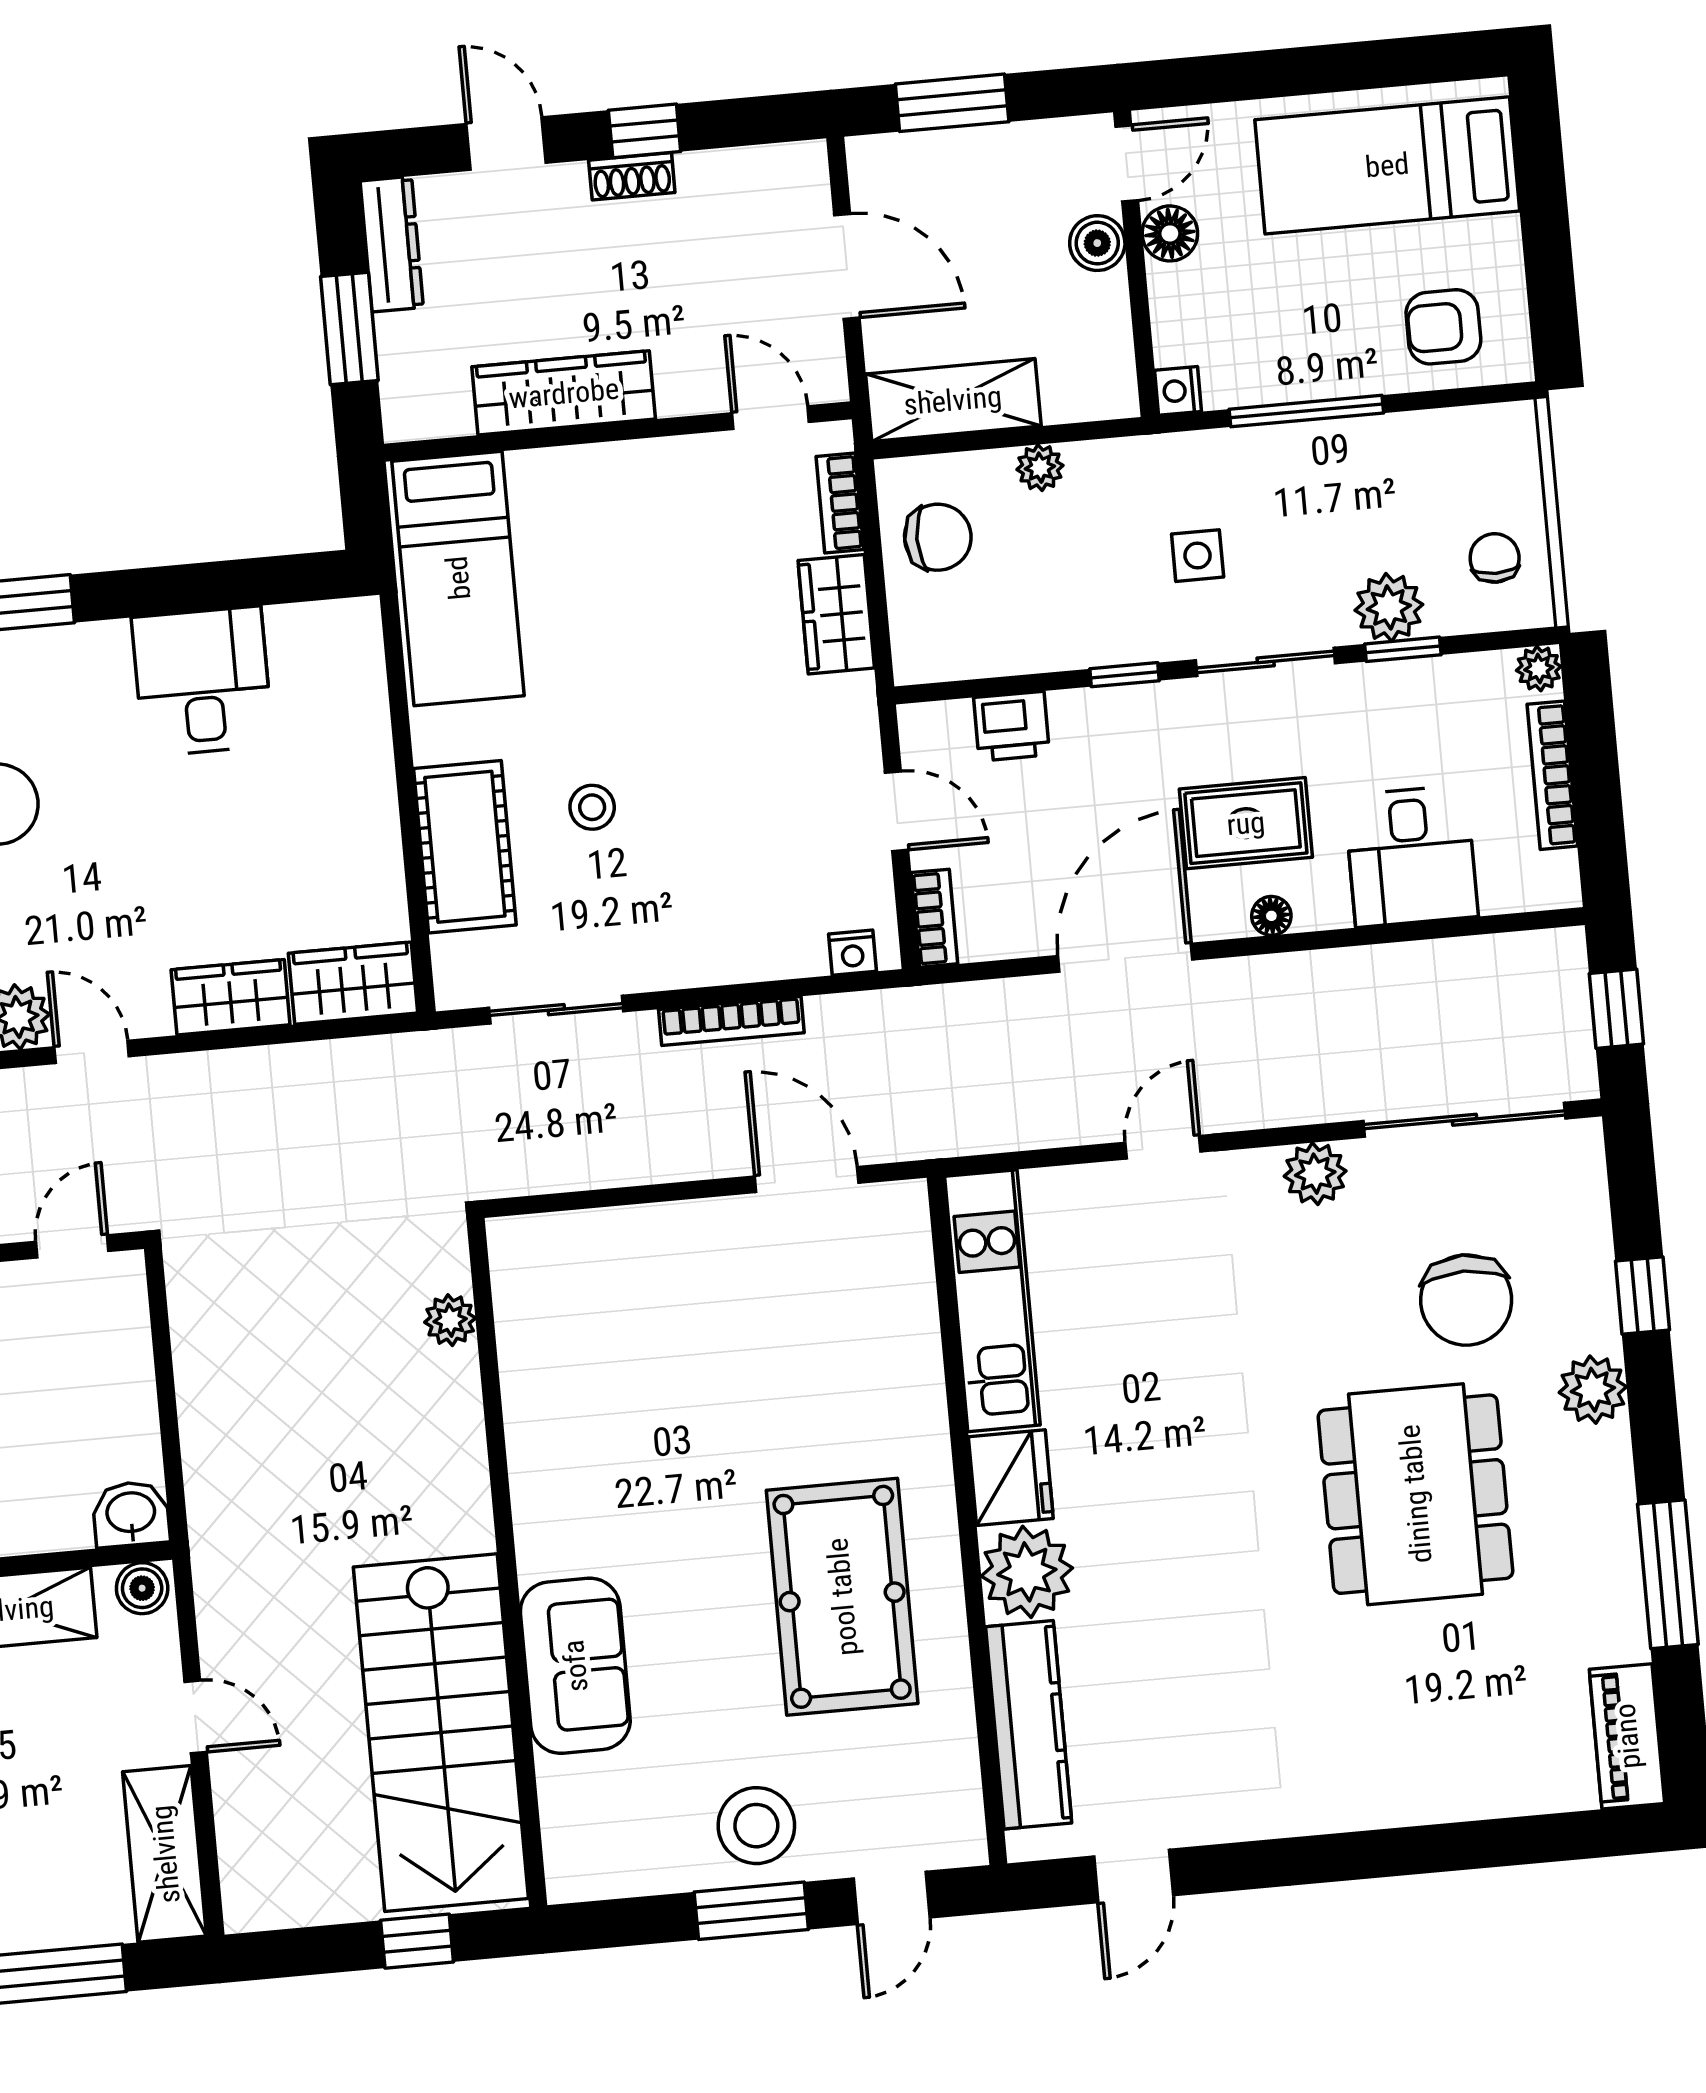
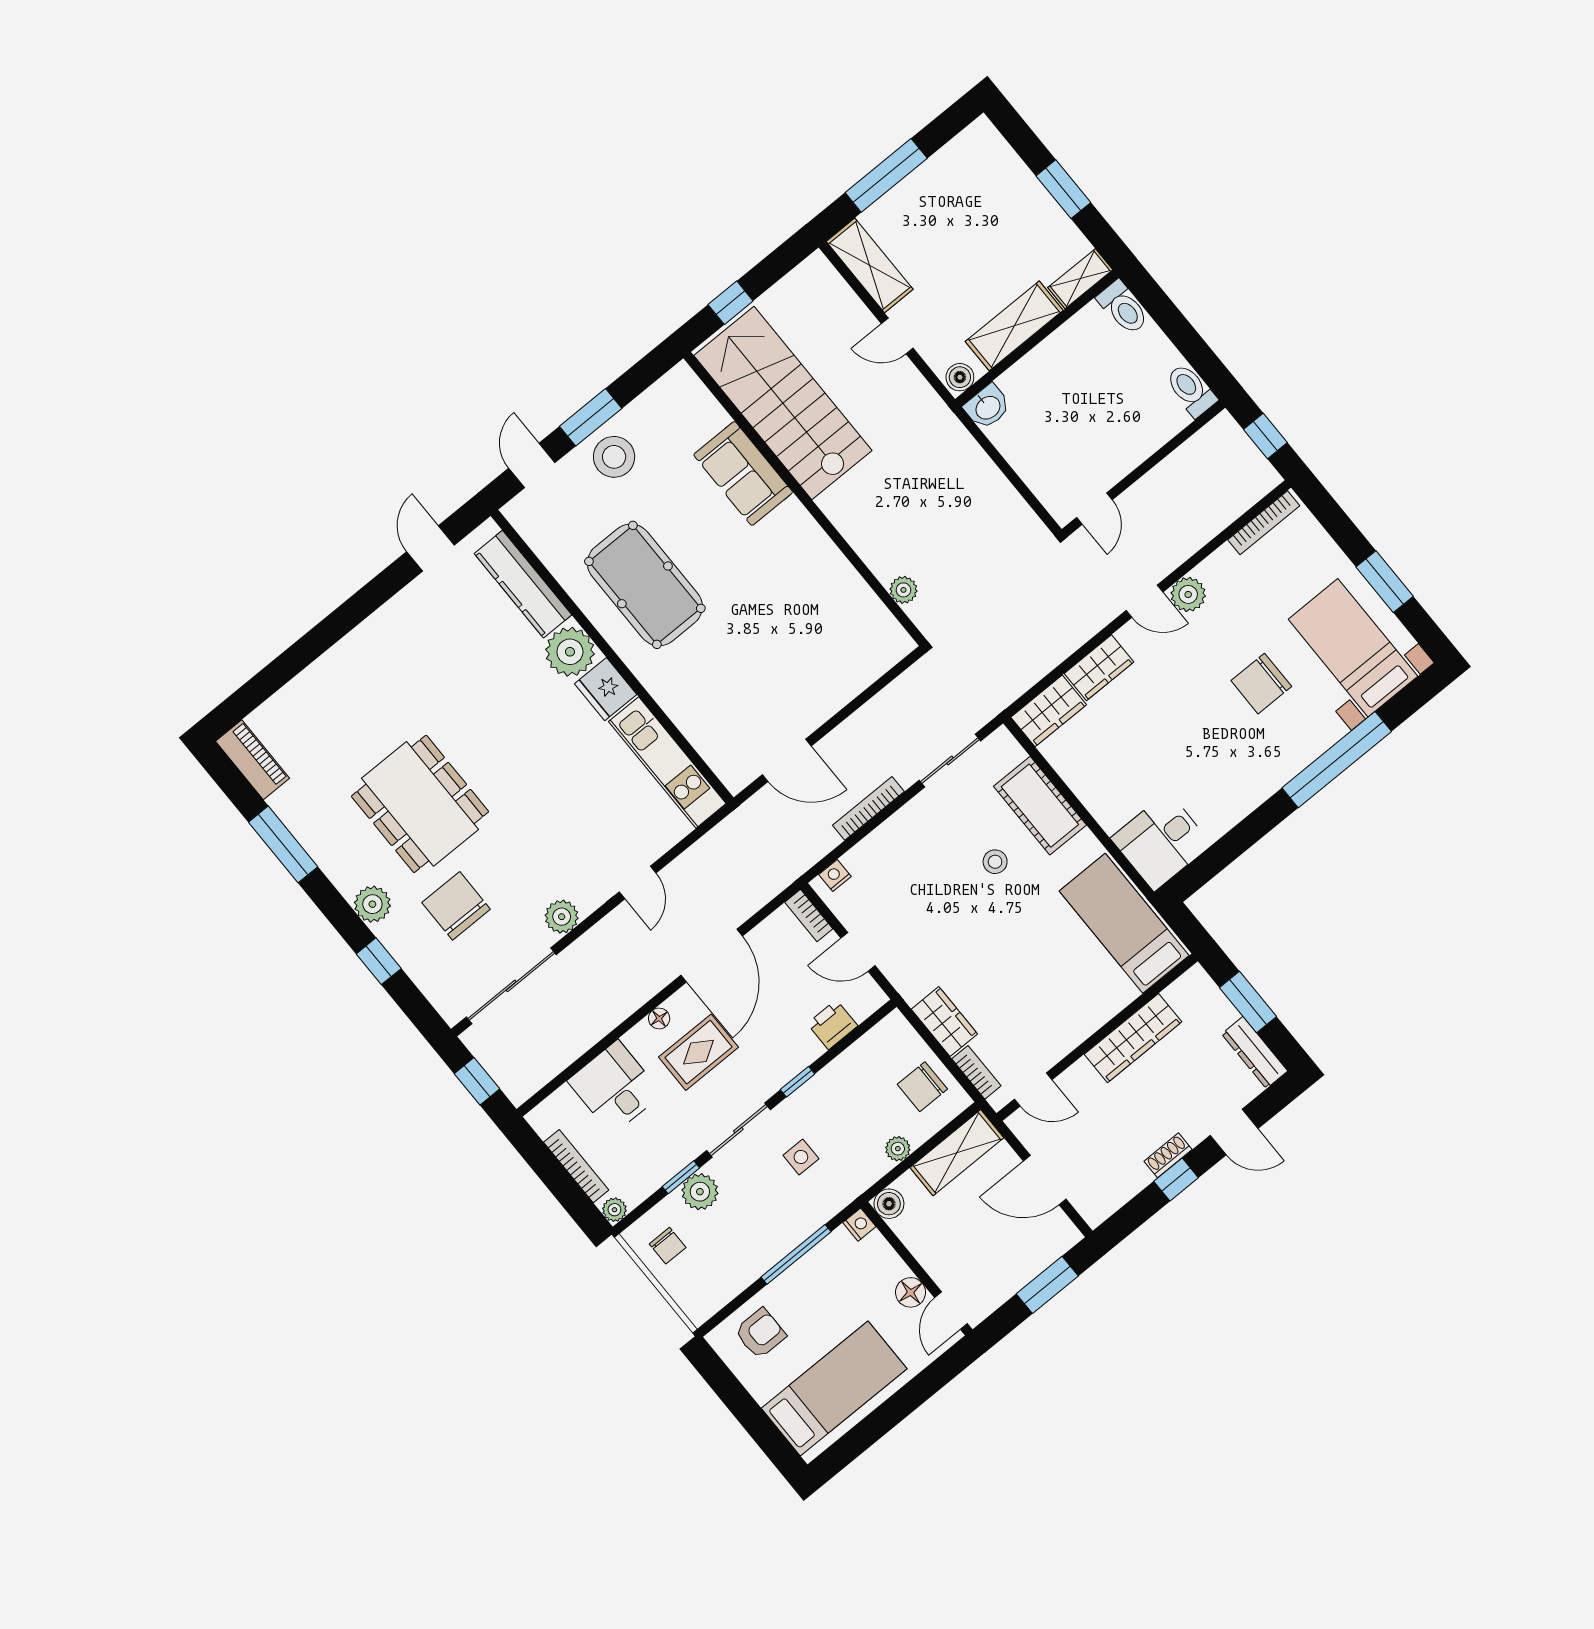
boiler: (1097, 243) -> (889, 1204), moved
desk: (202, 681) -> (1161, 841), moved, turned 90

